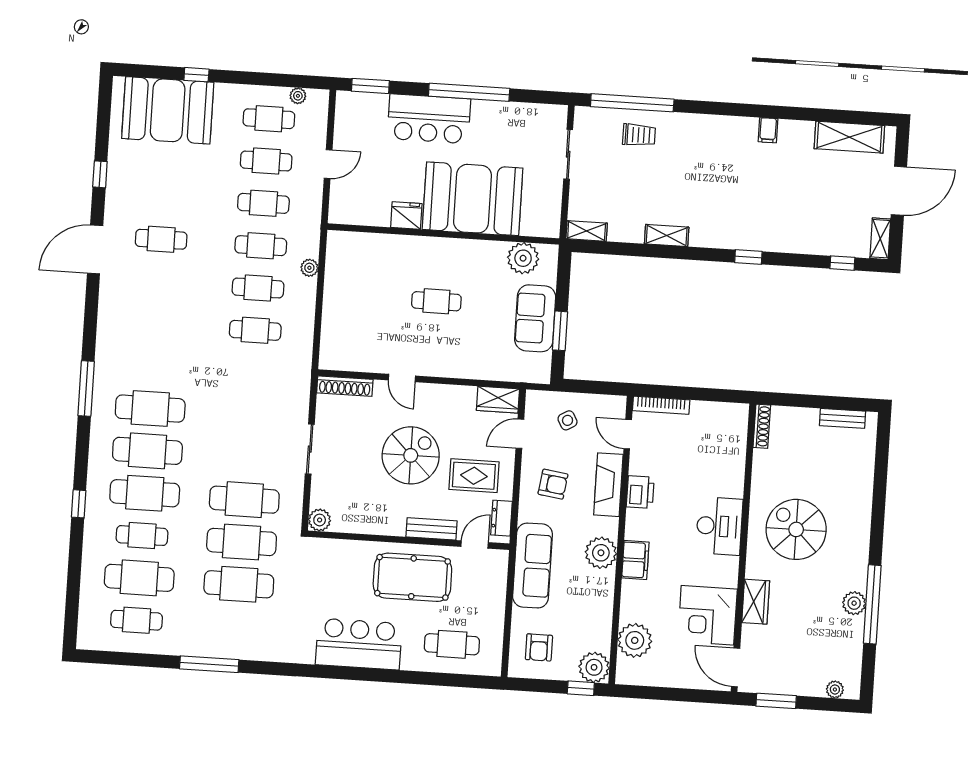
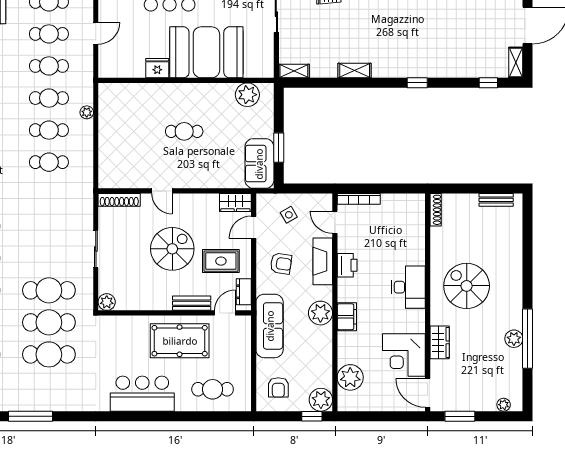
sofa: (535, 318) -> (259, 164), moved

